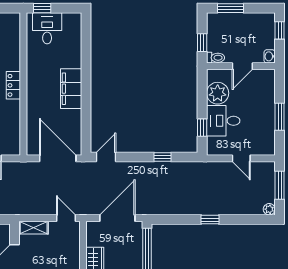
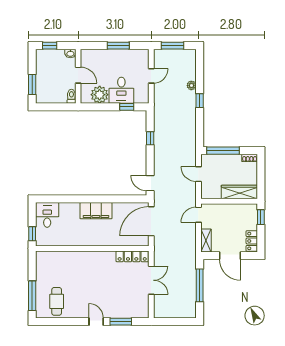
desk: (47, 28) -> (47, 215), moved, turned 90
window: (202, 43) -> (59, 107), removed
locker: (13, 85) -> (132, 256), moved, width x1.53
plant: (269, 209) -> (191, 85), moved
door: (117, 218) -> (198, 174), width x0.53

